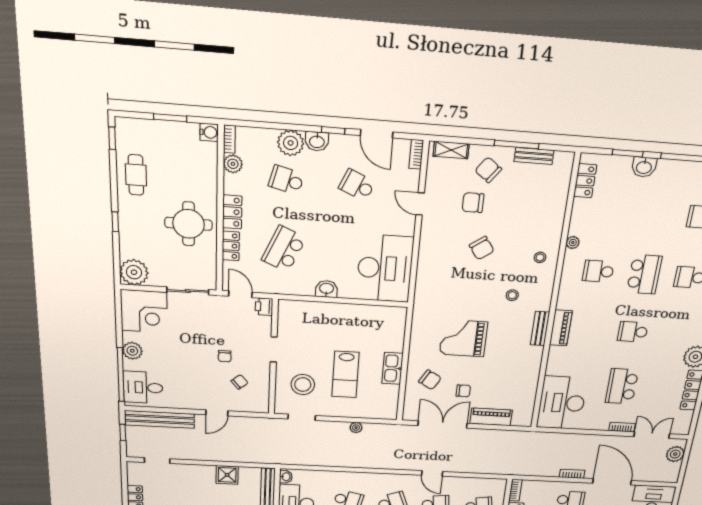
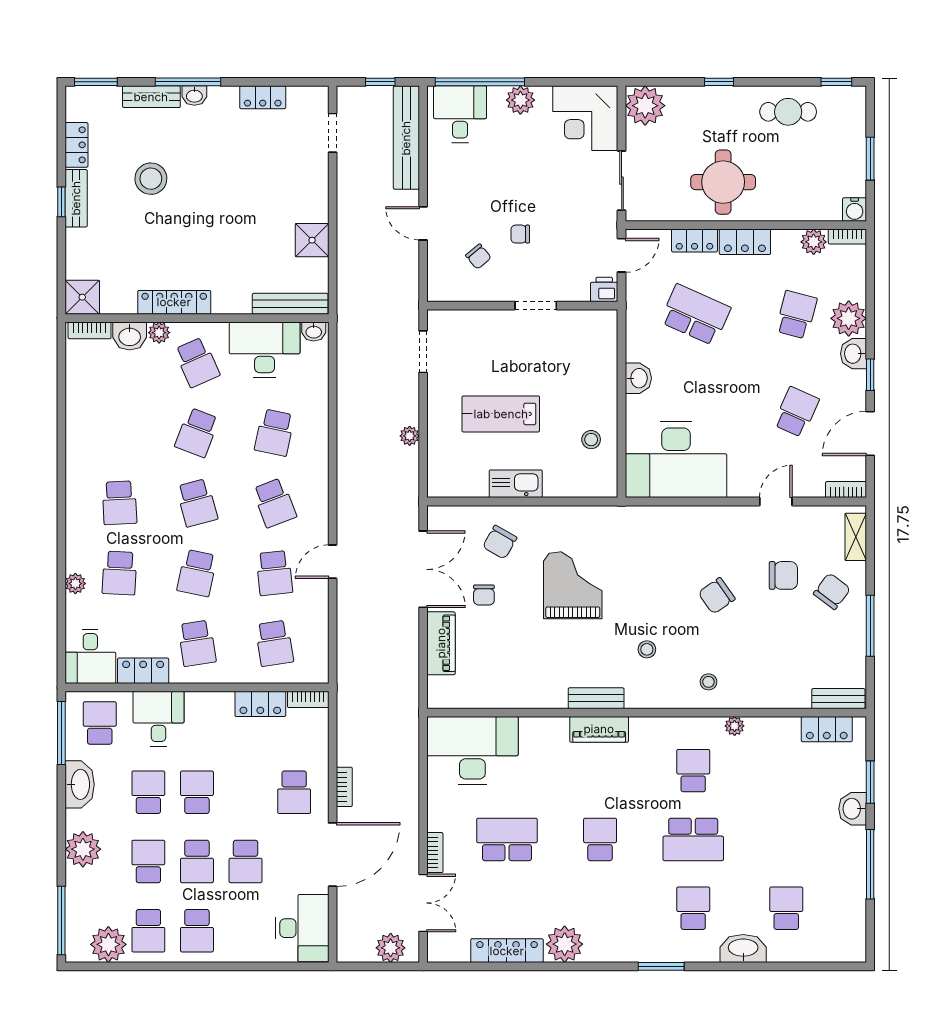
bench: (534, 156) -> (838, 699), moved, turned 90
chair: (473, 203) -> (783, 575), turned 90
stool: (303, 385) -> (591, 440), moved, width x0.53, depth x0.53

